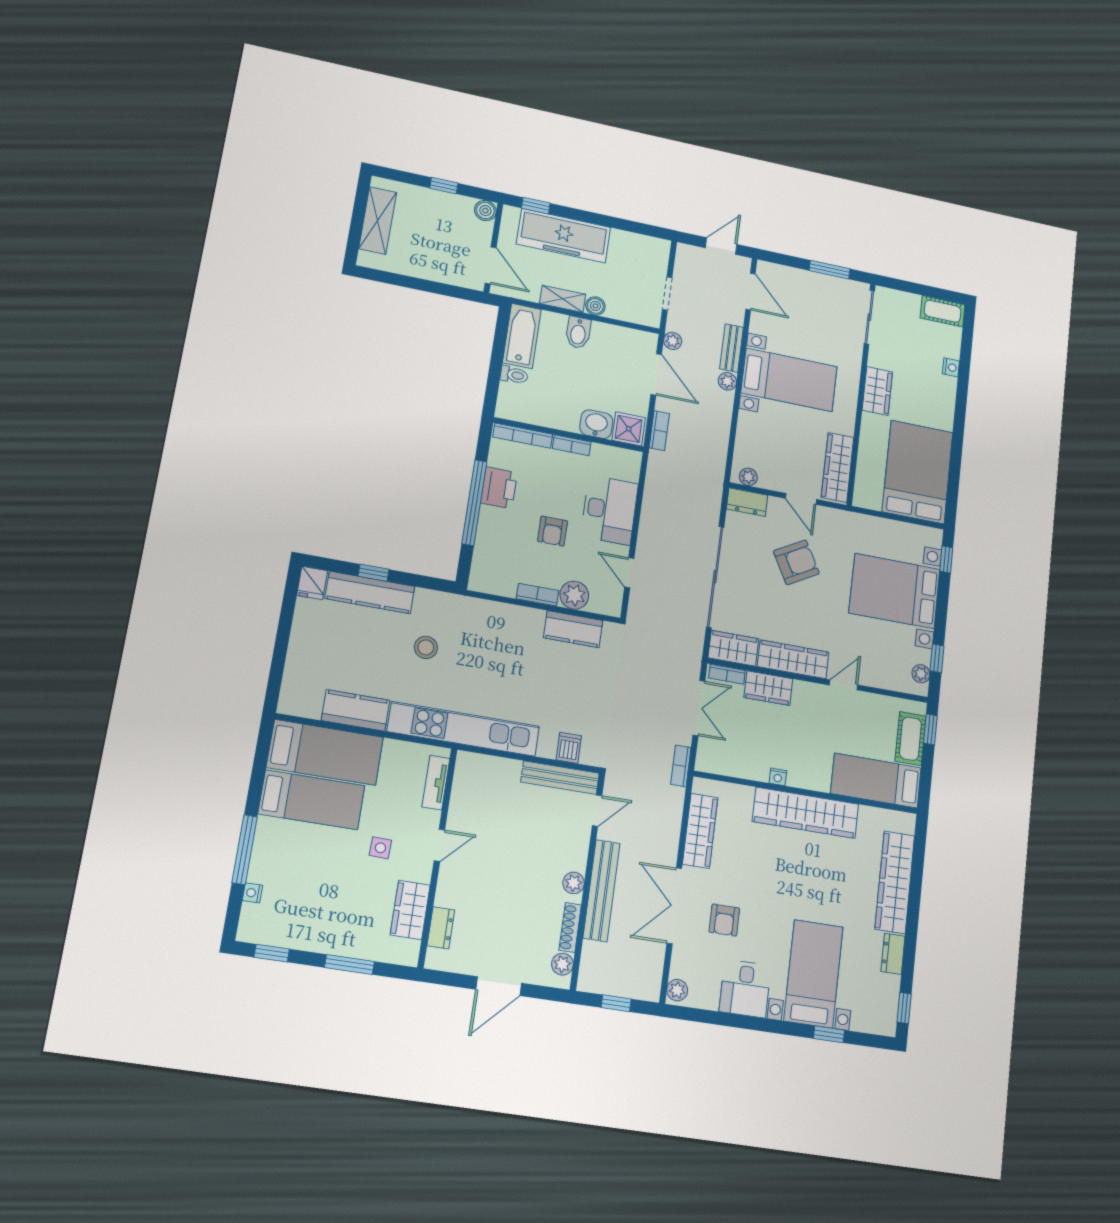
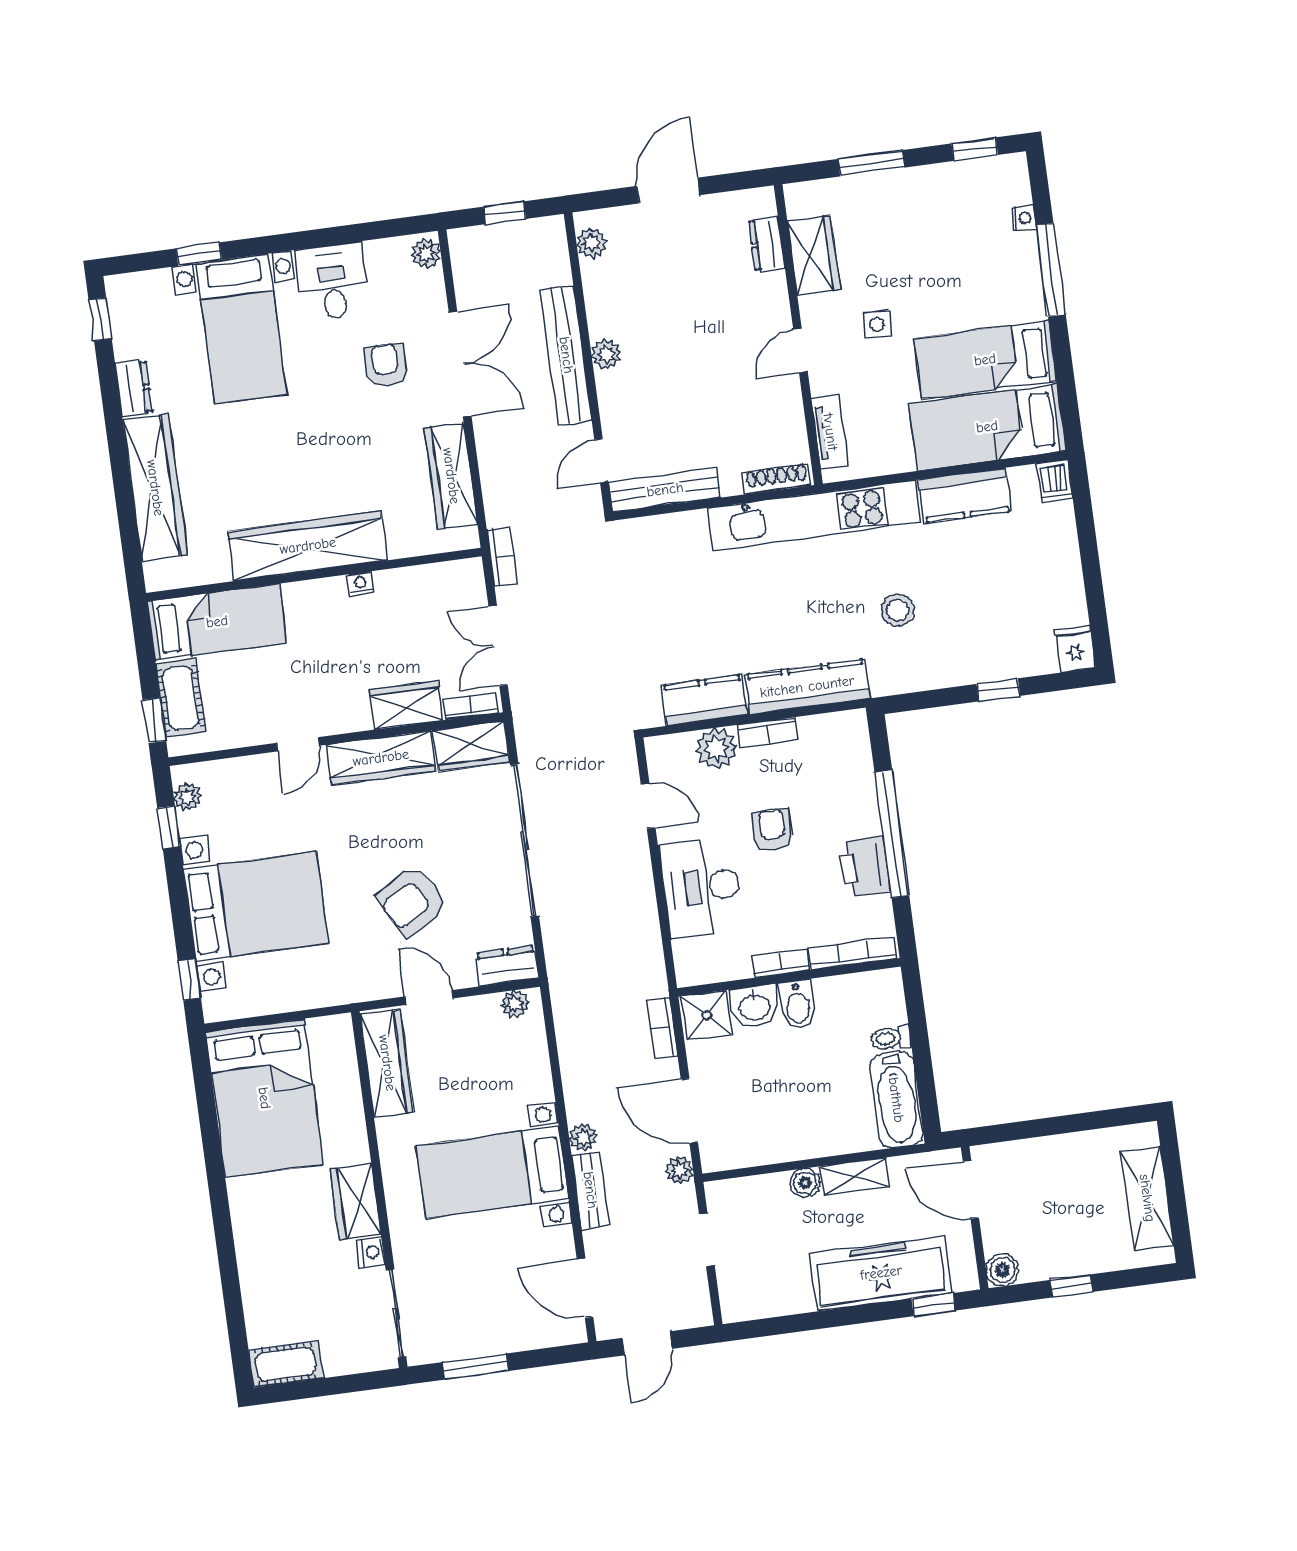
bidet: (578, 333) -> (798, 1005), moved, turned 180
nightstand: (951, 367) -> (371, 1252), moved, turned 180
kitchen counter: (370, 592) -> (807, 687), moved
dishwasher: (569, 748) -> (1055, 481), moved
shoe rack: (570, 927) -> (777, 479), moved, turned -90

